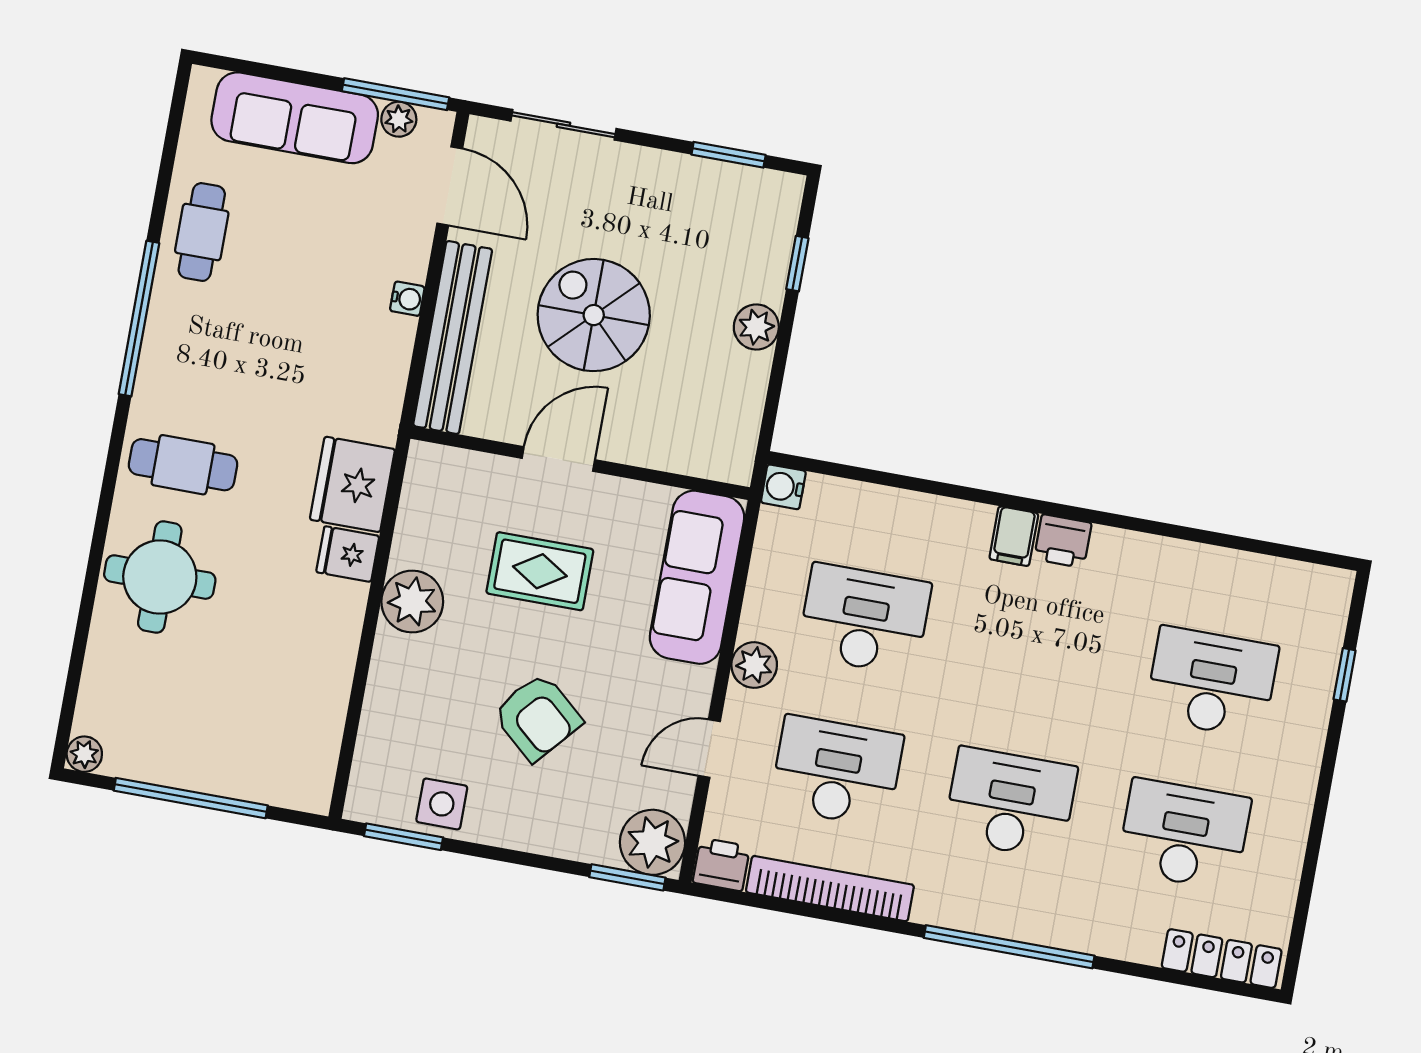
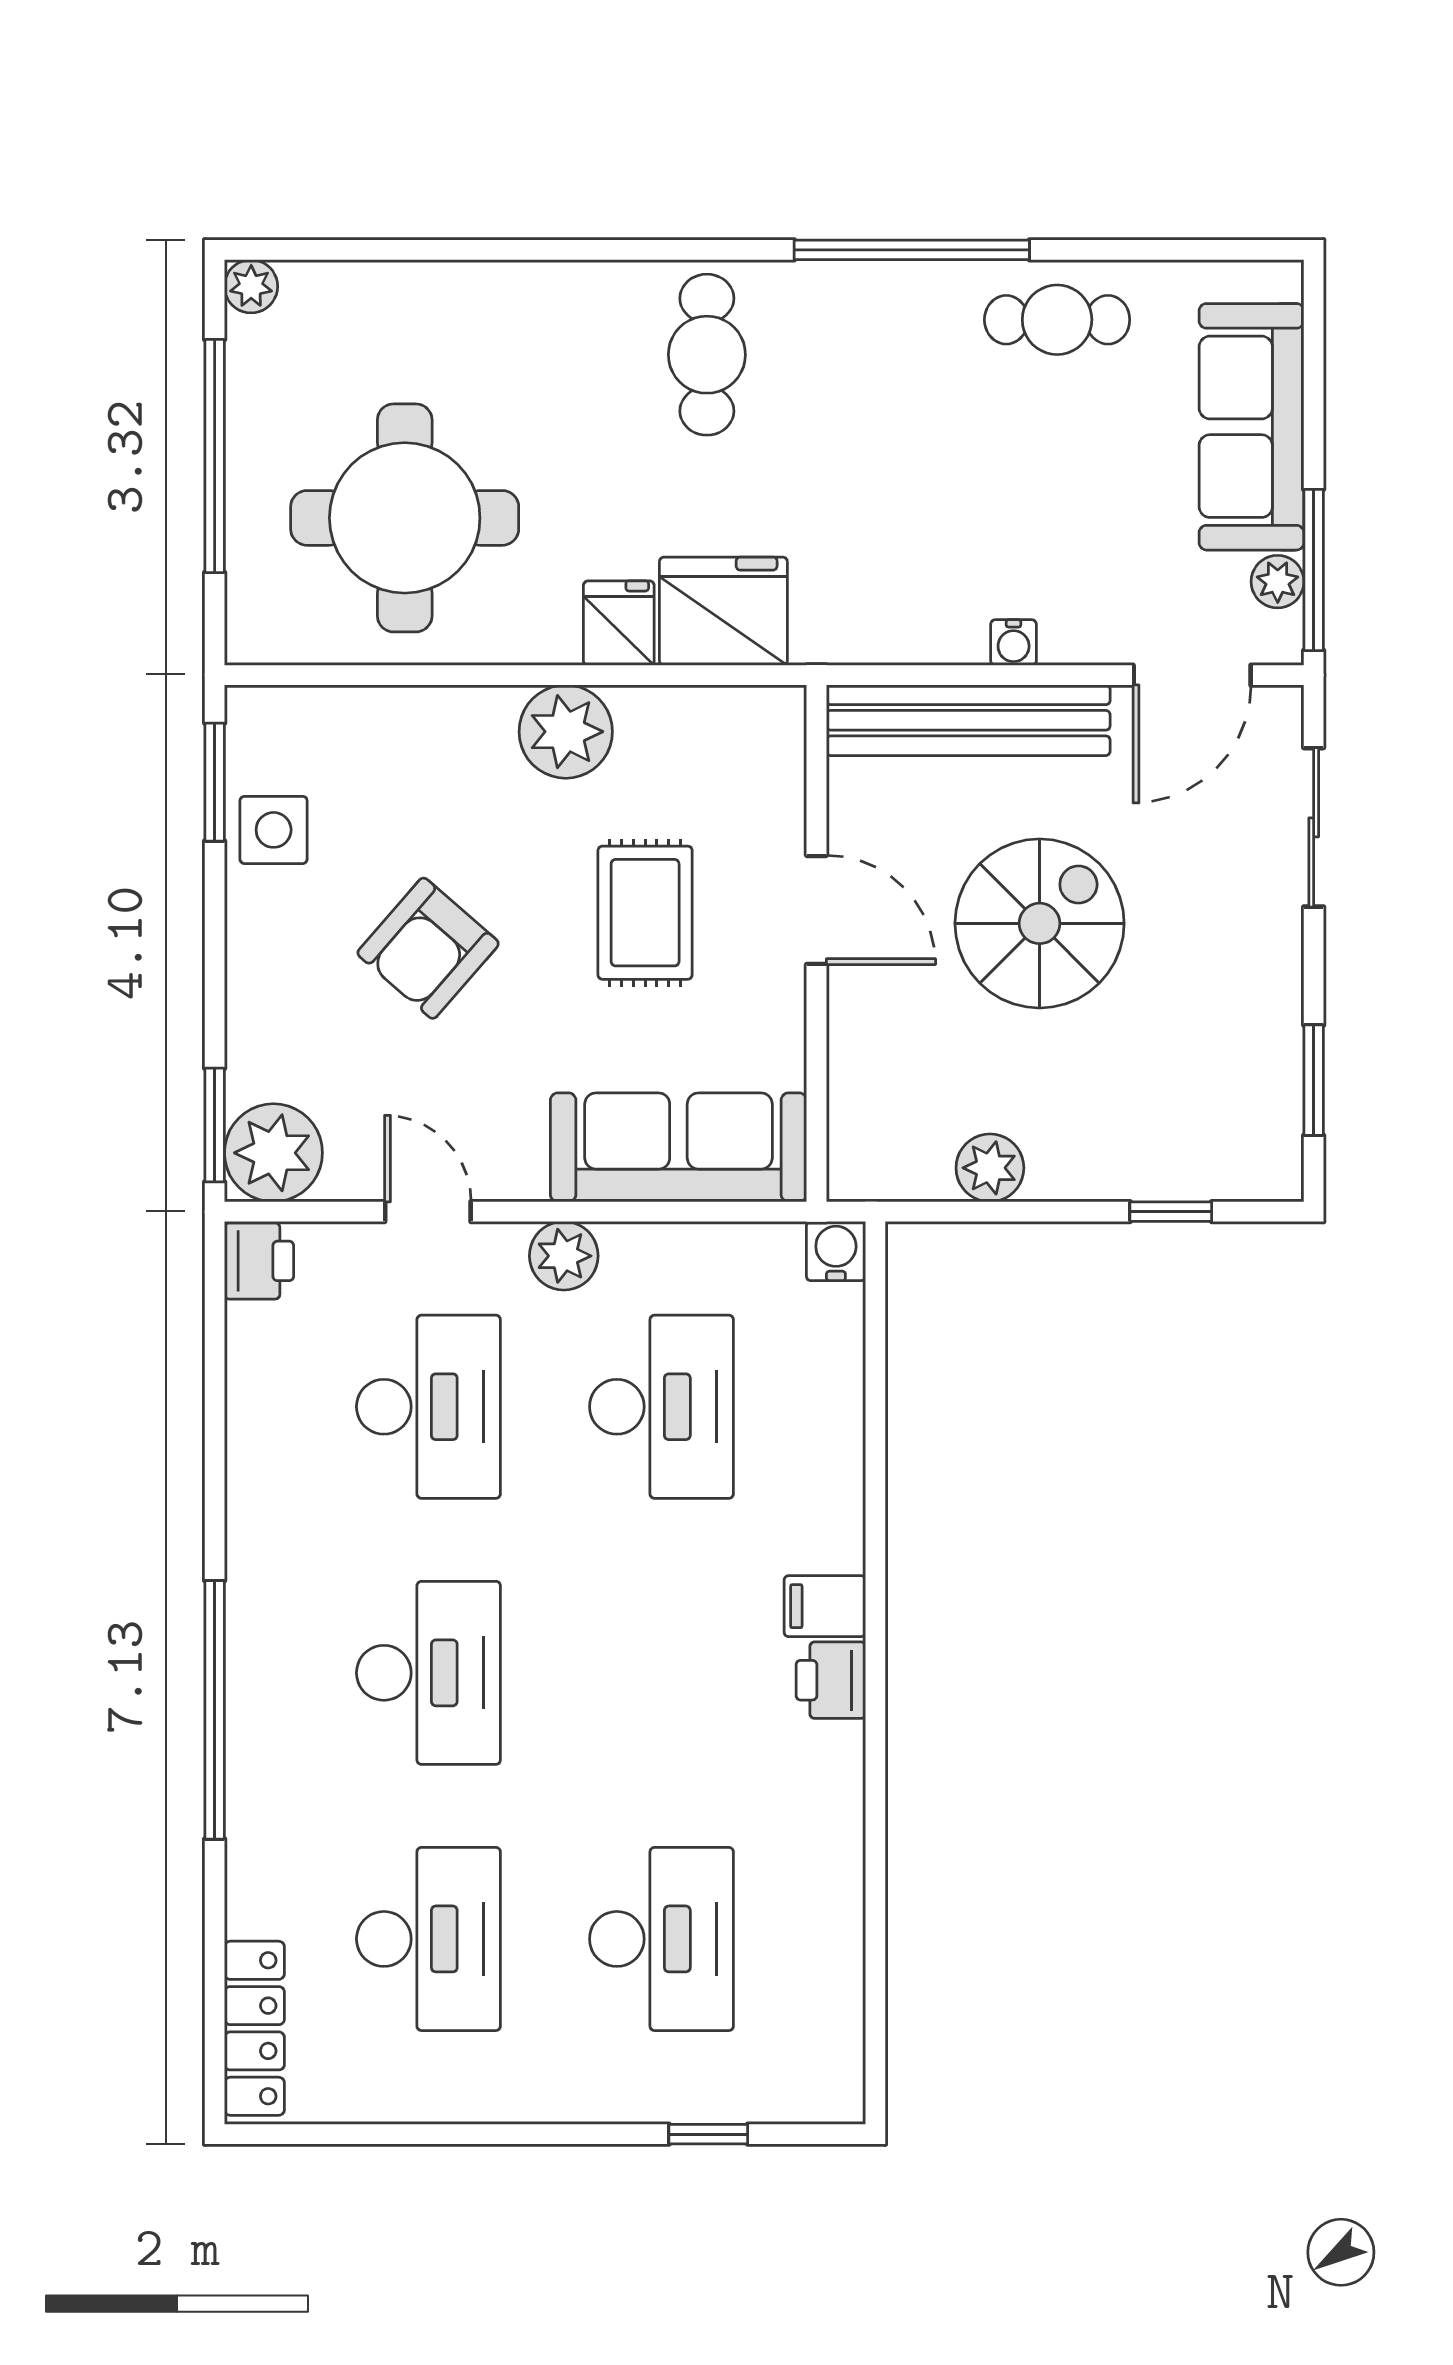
plant: (756, 327) -> (990, 1168), moved
round table: (160, 577) -> (405, 518), moved, width x1.36, depth x1.36
bookcase: (830, 889) -> (253, 1428), removed

